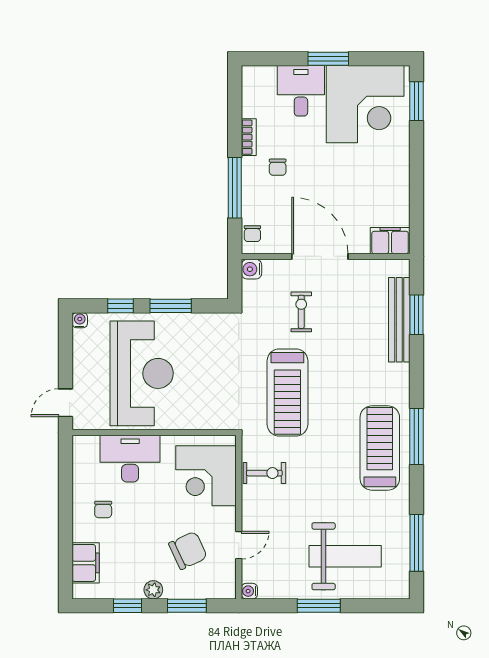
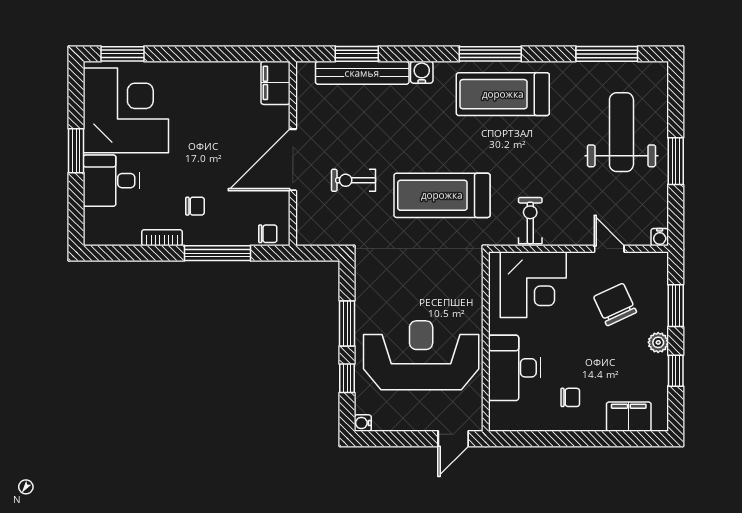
water cooler: (251, 269) -> (422, 72), moved, turned 180
treadmill: (287, 393) -> (442, 195), turned 180
door: (65, 403) -> (453, 439), hinge flipped

